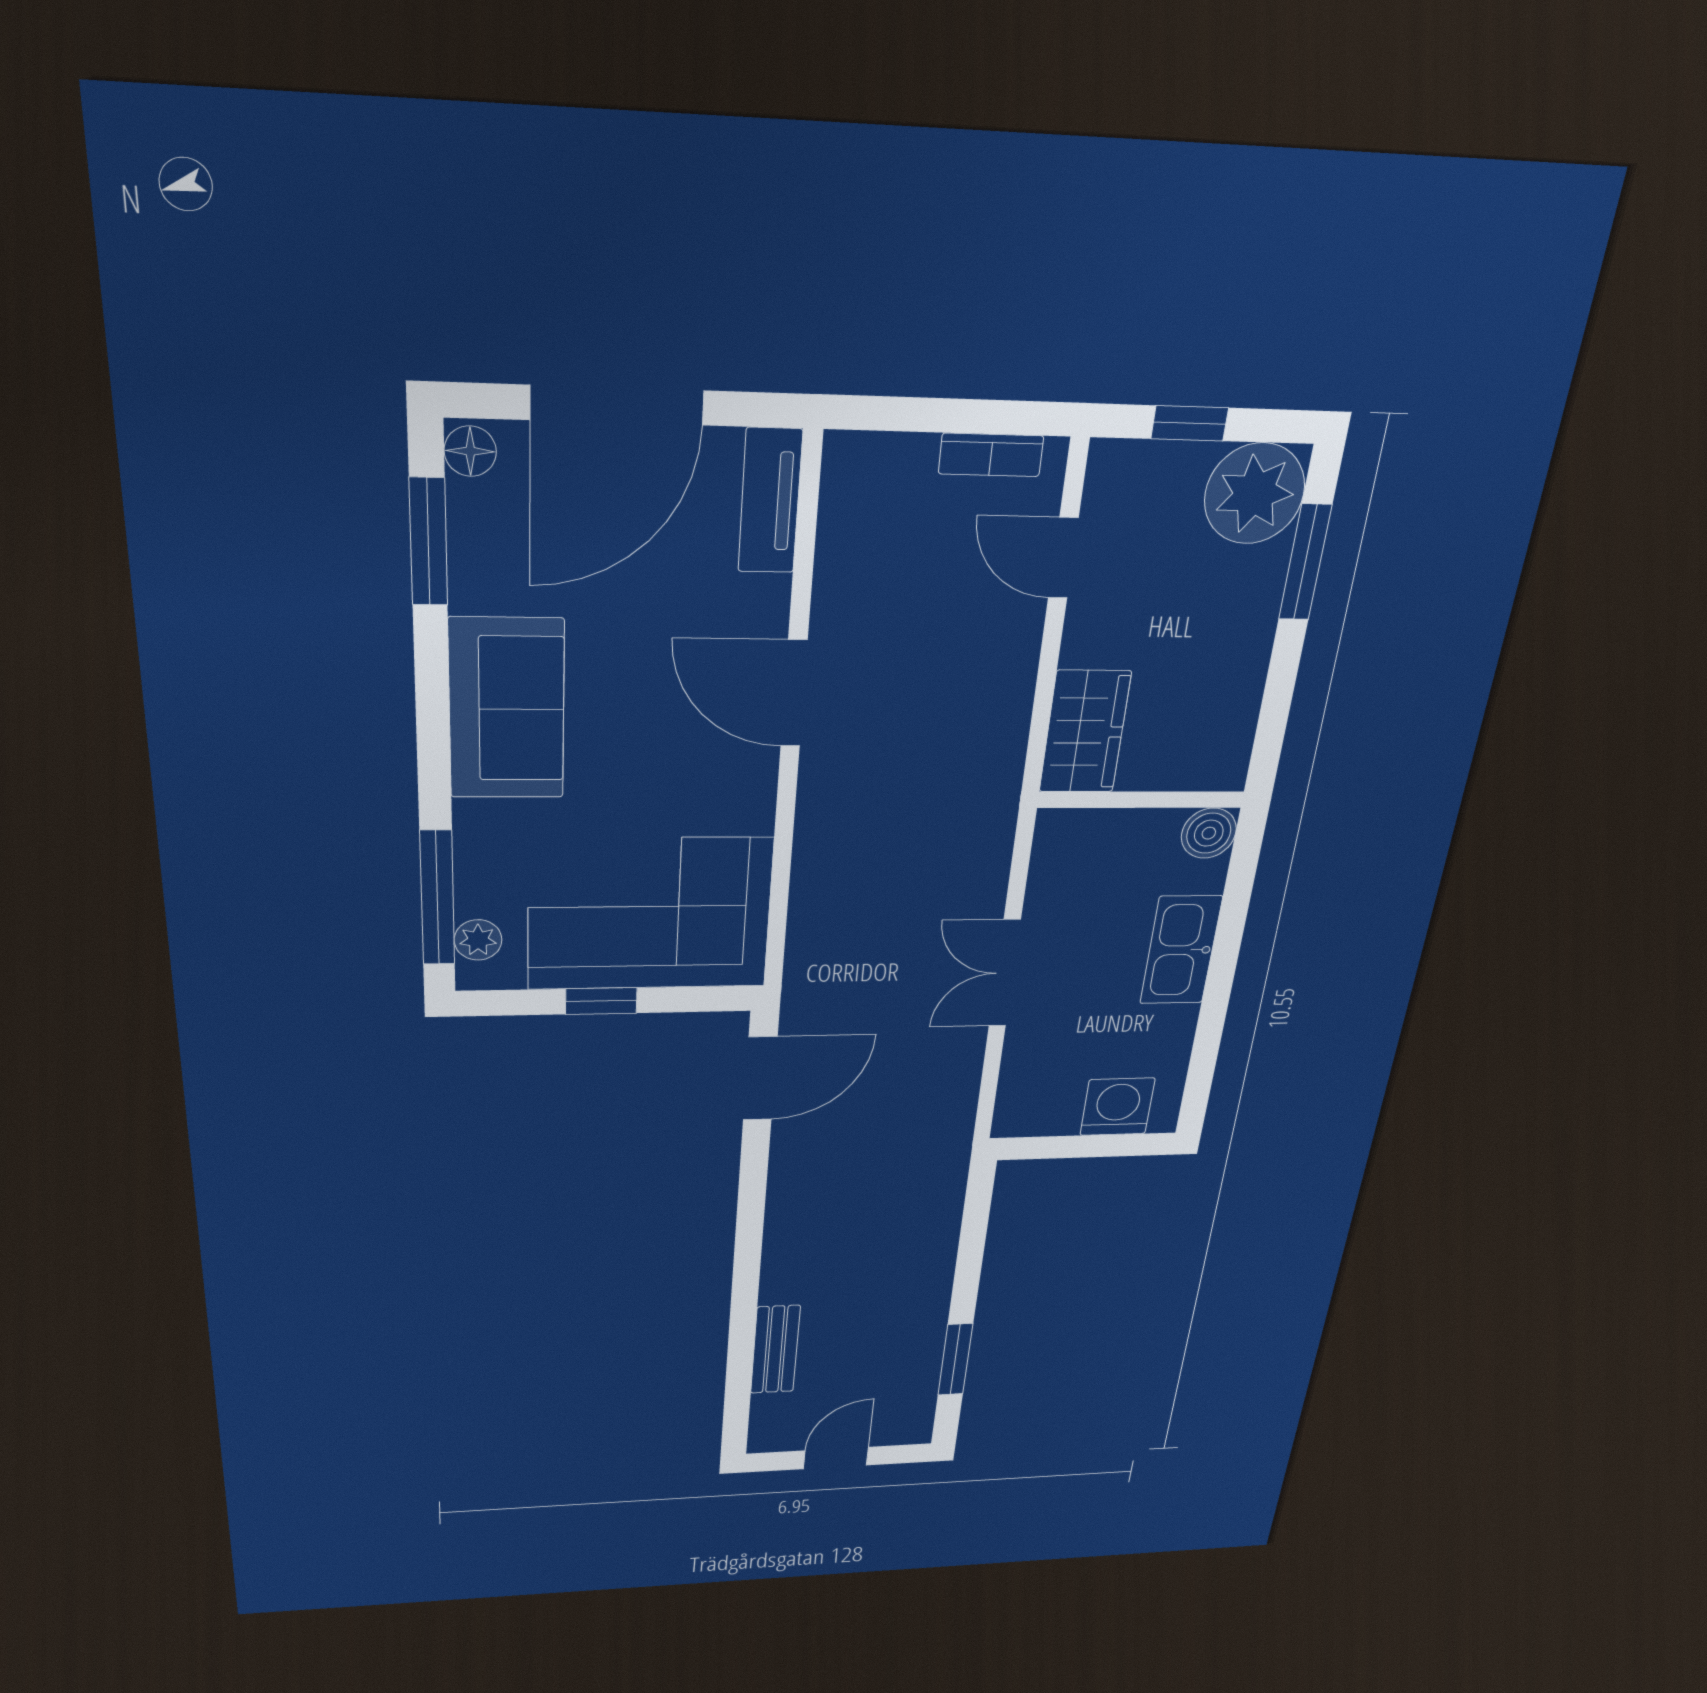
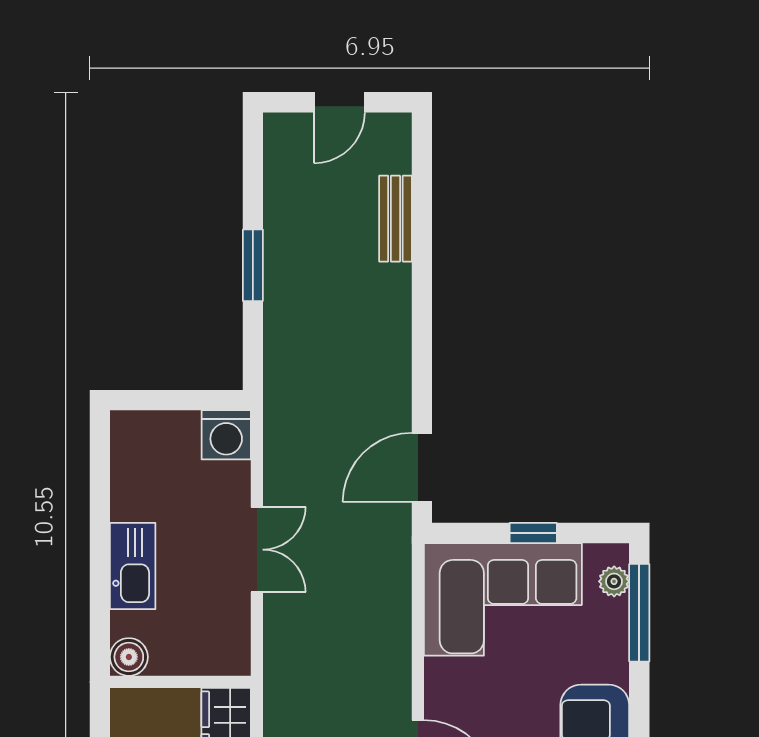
washing machine: (1117, 1107) -> (226, 435), moved
window: (955, 1359) -> (253, 265), moved

